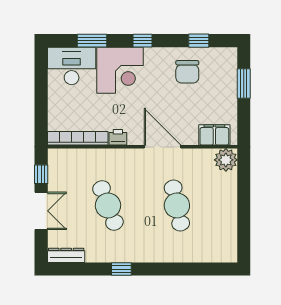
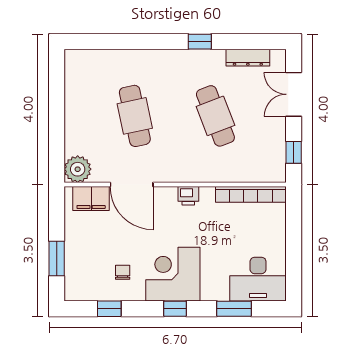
corner desk: (120, 70) -> (173, 274), moved
chair: (187, 72) -> (123, 272), width x0.54, depth x0.54
printer: (118, 137) -> (188, 196), moved
door: (163, 147) -> (132, 185), moved
double door: (41, 211) -> (294, 94), moved
dresser: (66, 255) -> (248, 58), moved

